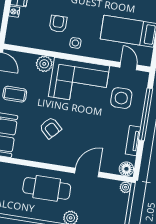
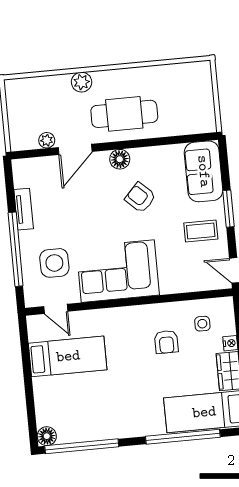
side table: (75, 43) -> (202, 324), moved
plant: (44, 64) -> (171, 283), removed
floor lamp: (126, 169) -> (120, 159), moved
plant: (126, 187) -> (47, 140), moved

